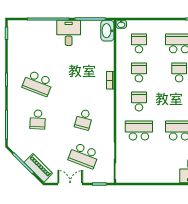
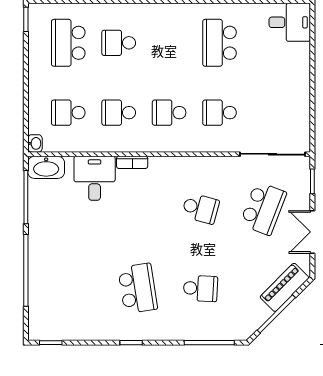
desk: (69, 33) -> (95, 178), moved, turned 90
school desk: (38, 83) -> (138, 288), turned -30
school desk: (139, 130) -> (220, 113), width x0.54

